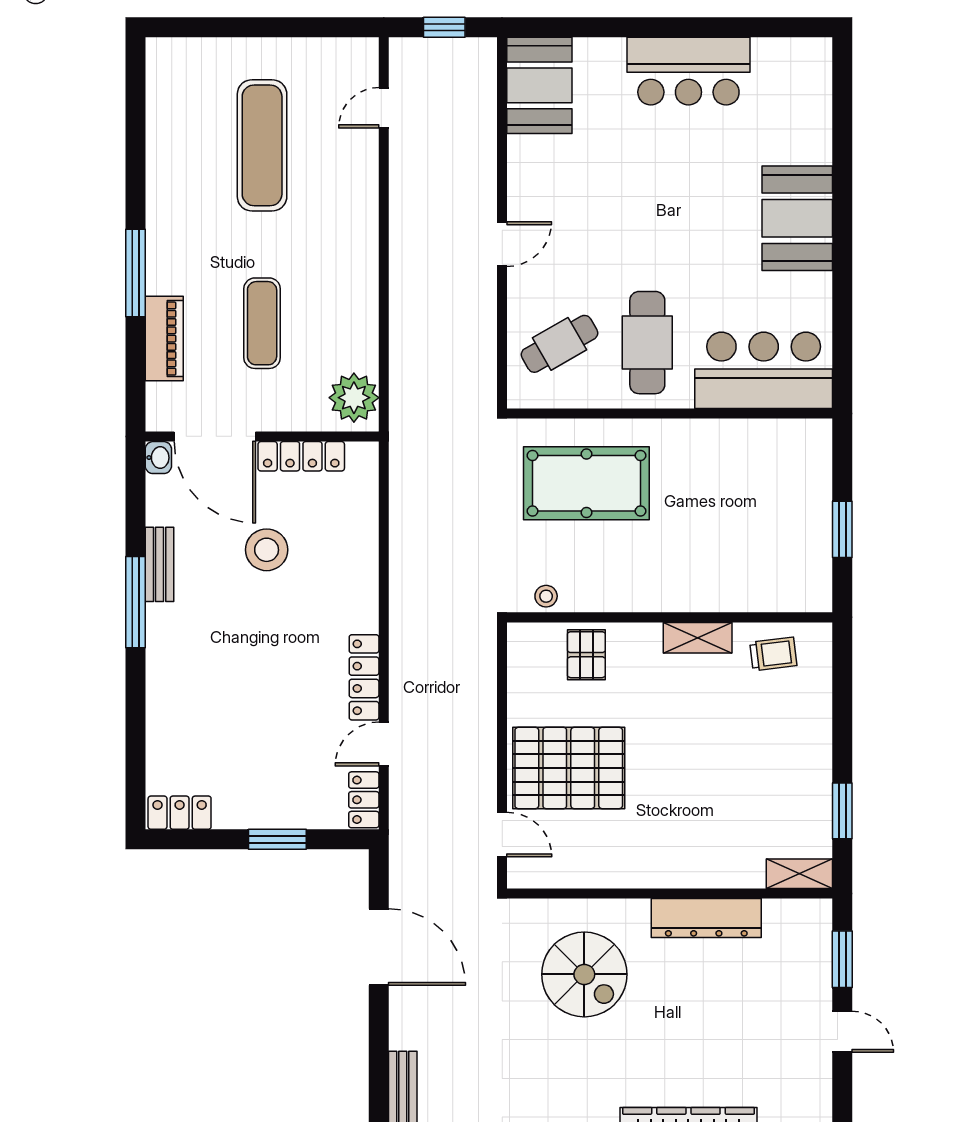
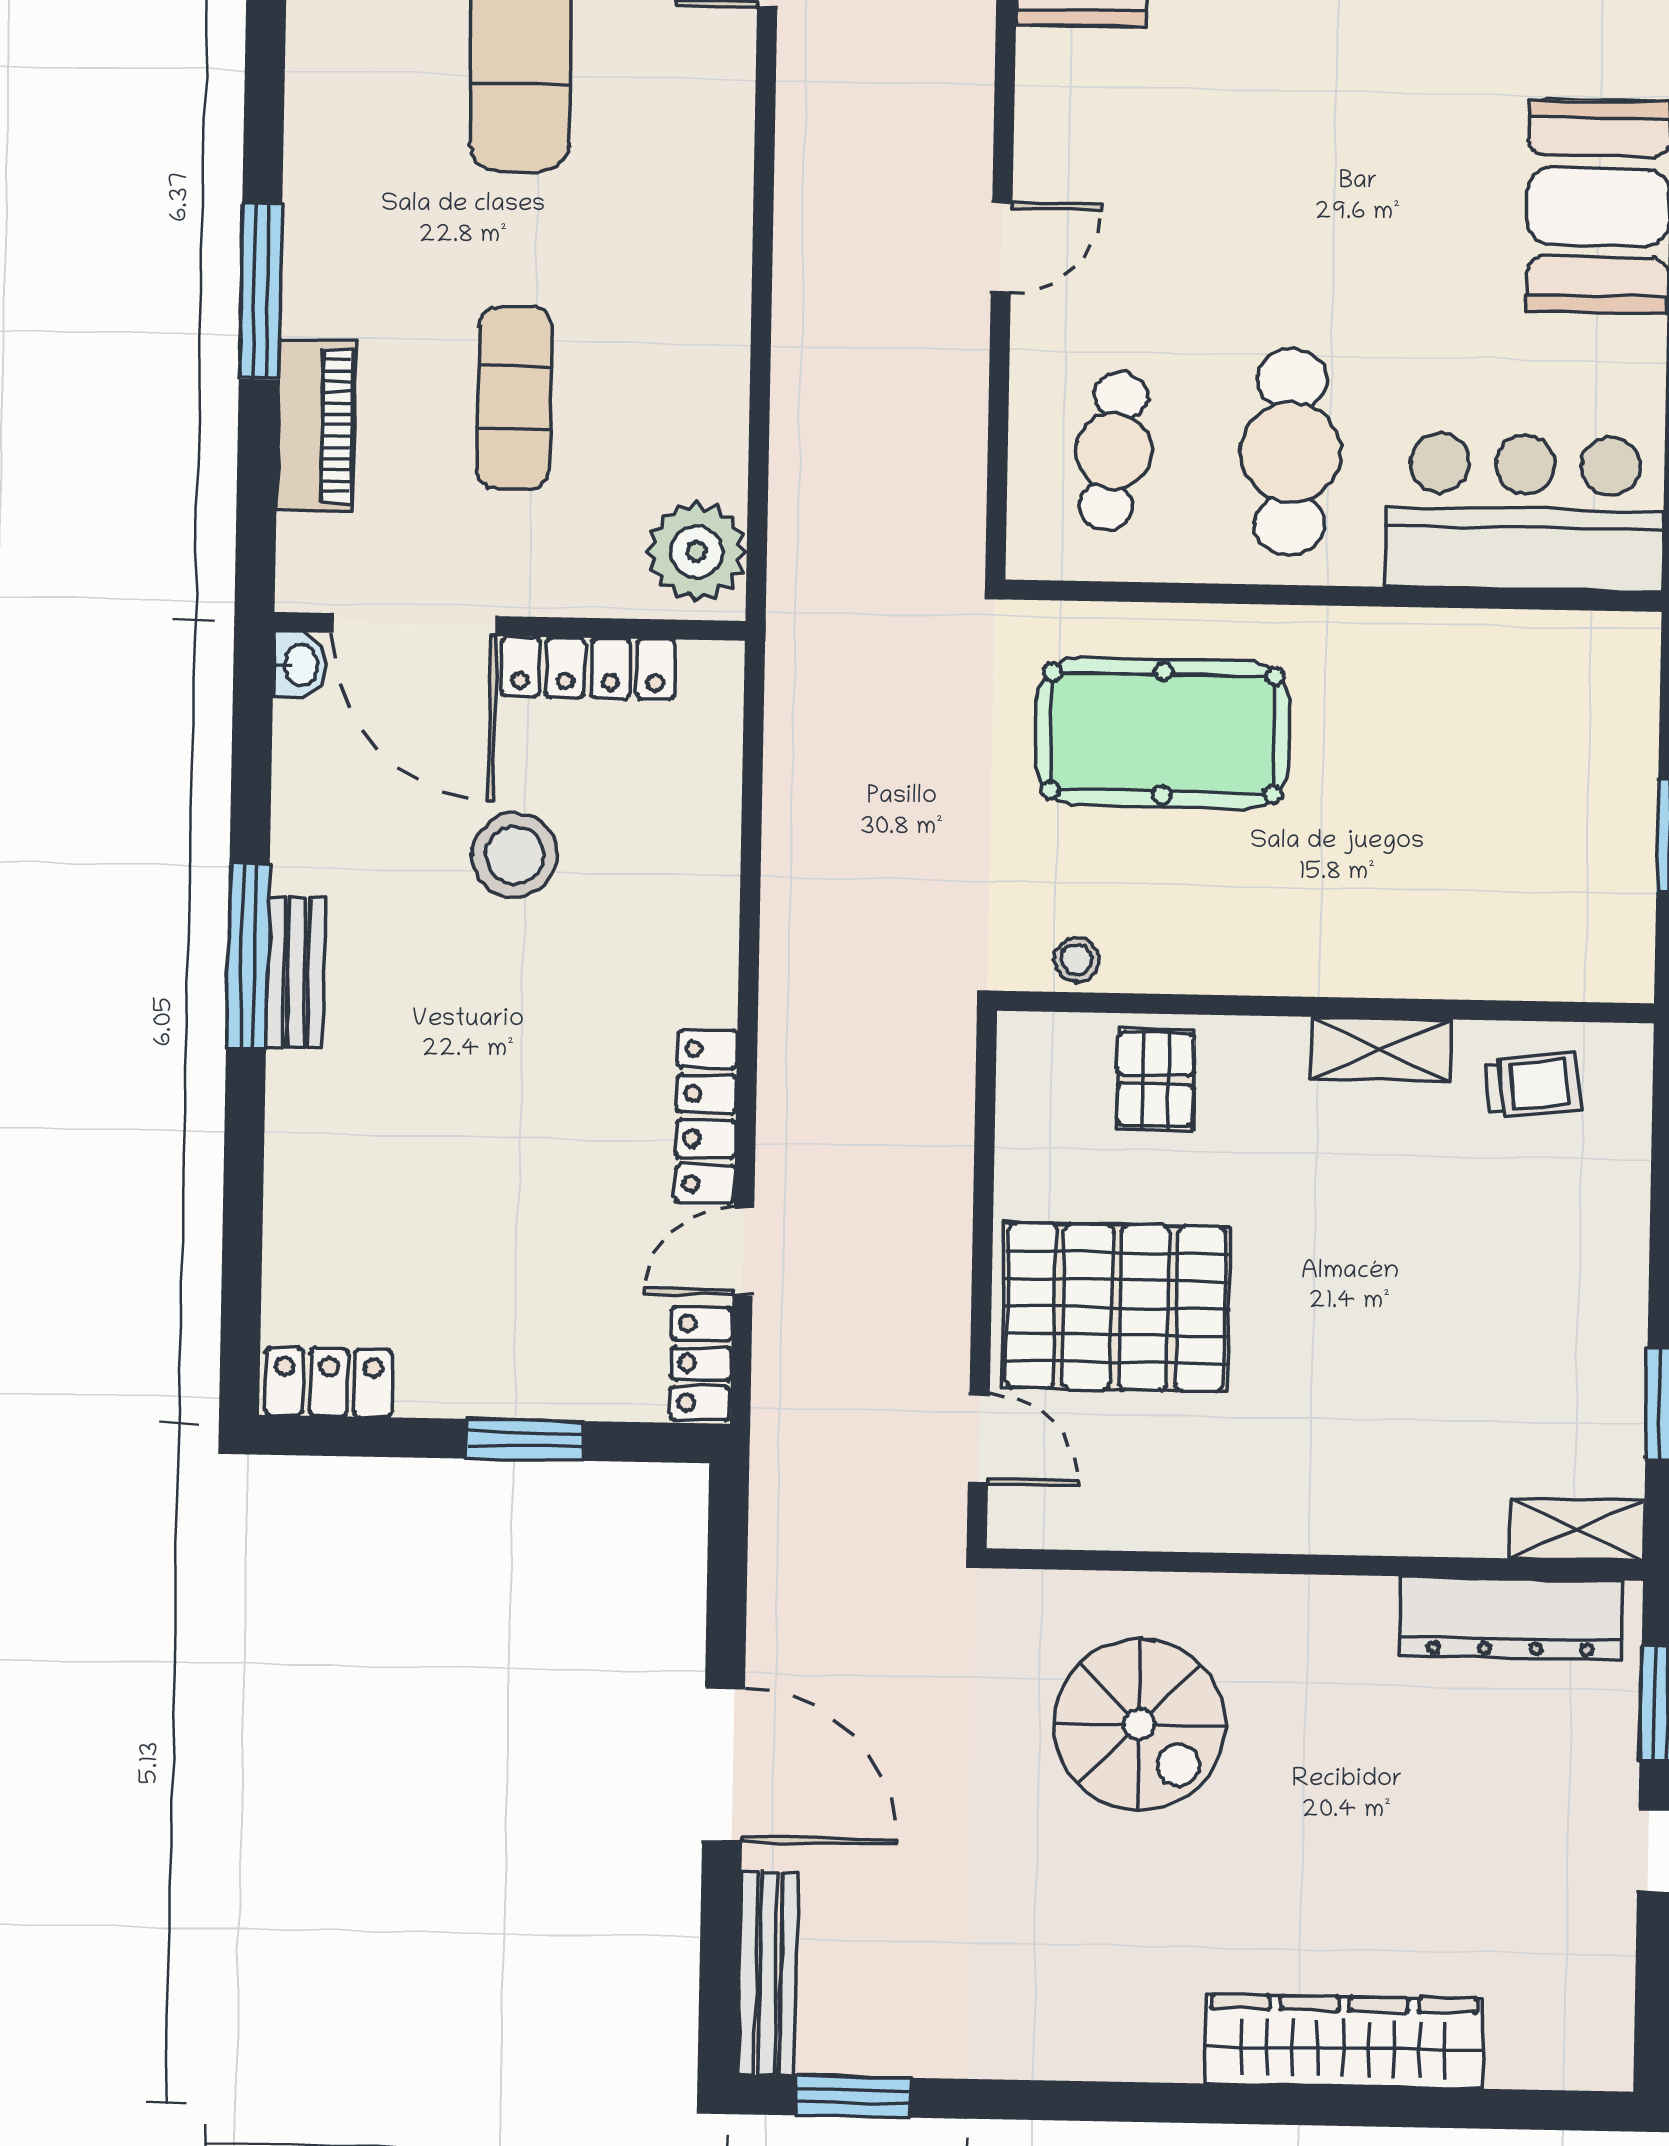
cafe table: (560, 344) -> (1114, 451), turned -53
bench: (160, 564) -> (296, 972), moved
dresser: (706, 918) -> (1511, 1618), moved
door: (379, 947) -> (724, 1765), moved

